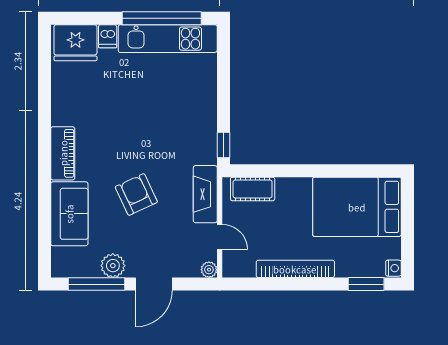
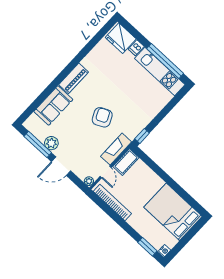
cot: (253, 189) -> (126, 162), moved, turned 90
armchair: (136, 194) -> (102, 117), moved
bookcase: (295, 269) -> (112, 202), moved

